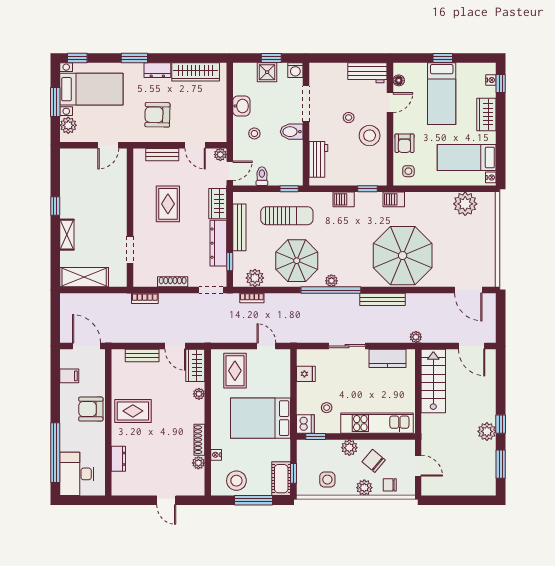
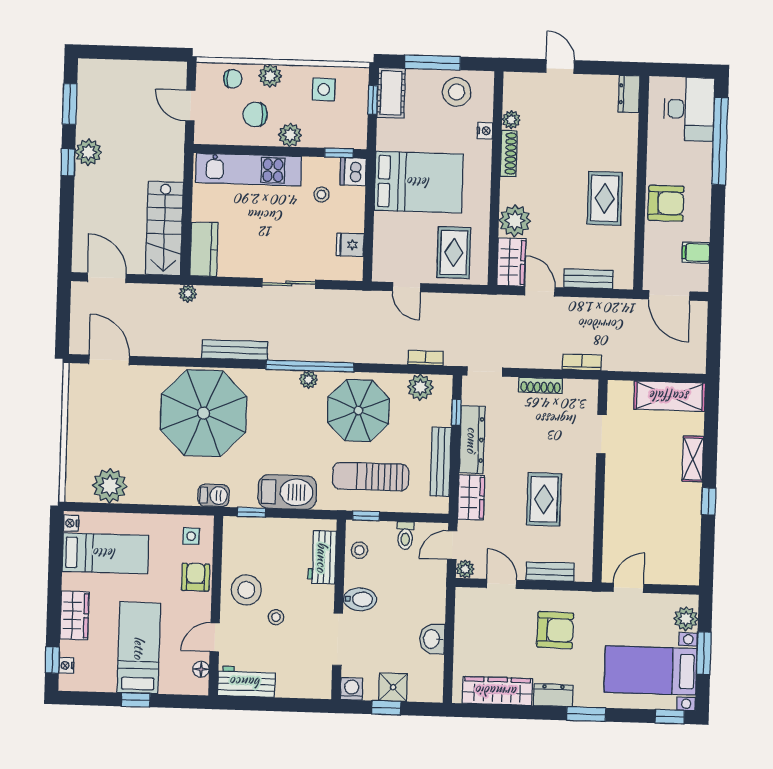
stool: (254, 133) -> (359, 550), moved
barbecue: (344, 199) -> (287, 492), width x1.88, depth x1.53
kitchen counter: (388, 358) -> (204, 249), moved, turned 90
plant: (199, 394) -> (515, 221), width x1.87, depth x1.87
rug: (133, 411) -> (605, 198), turned 90
dresser: (118, 459) -> (629, 94), moved
chair: (374, 461) -> (255, 114), turned 140

